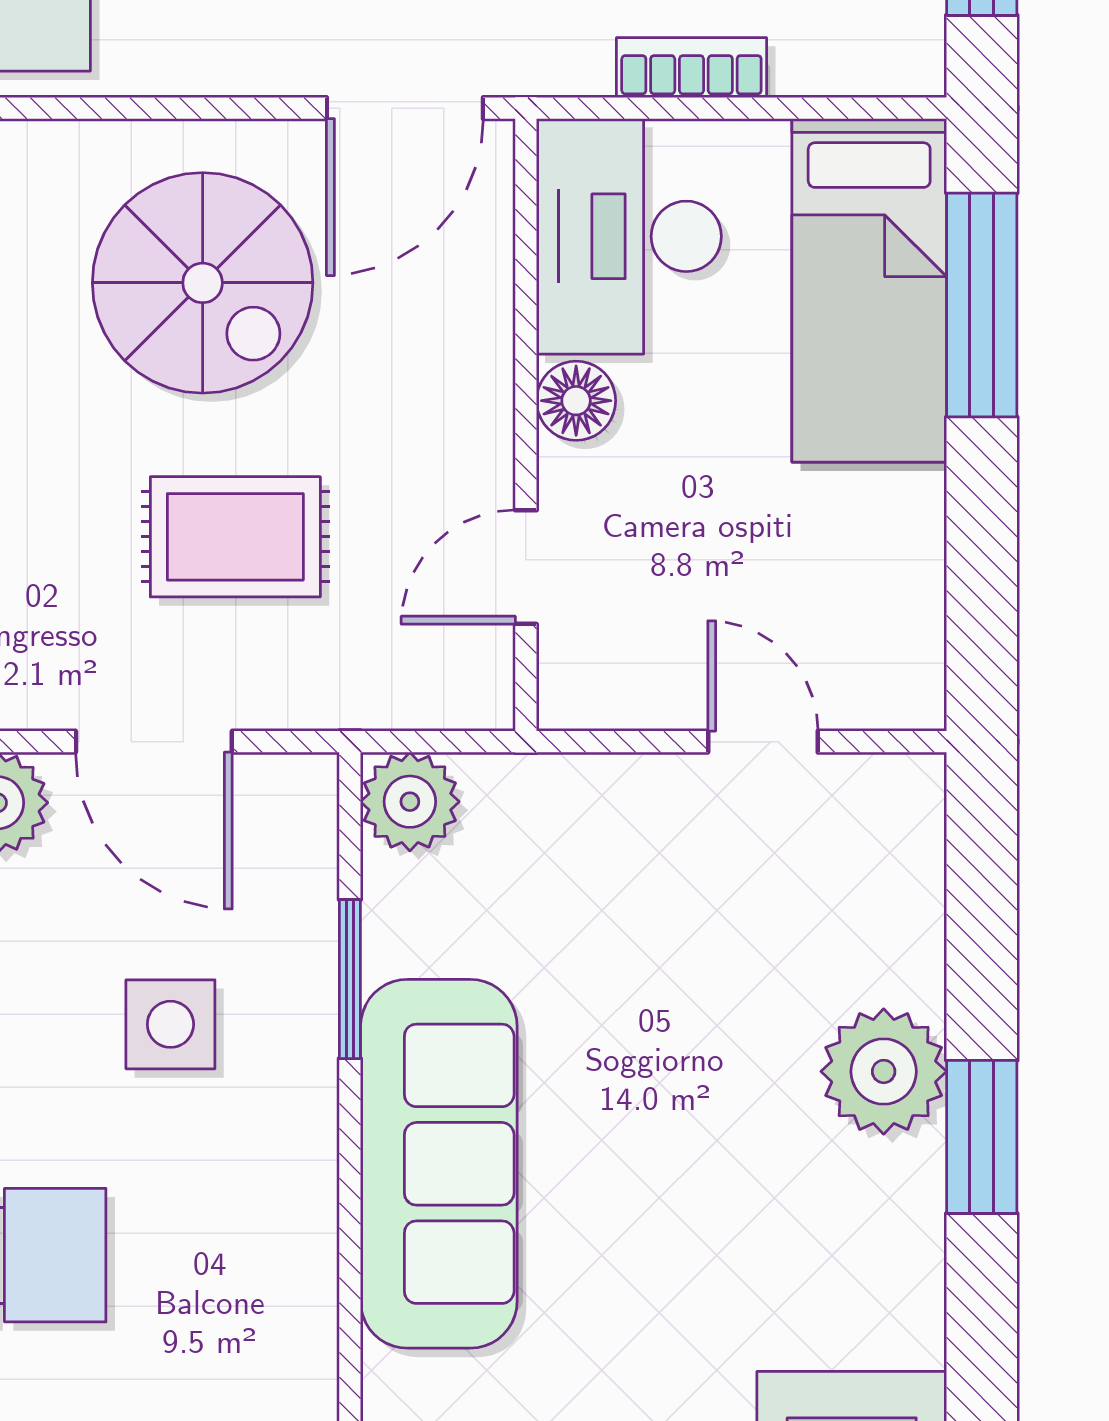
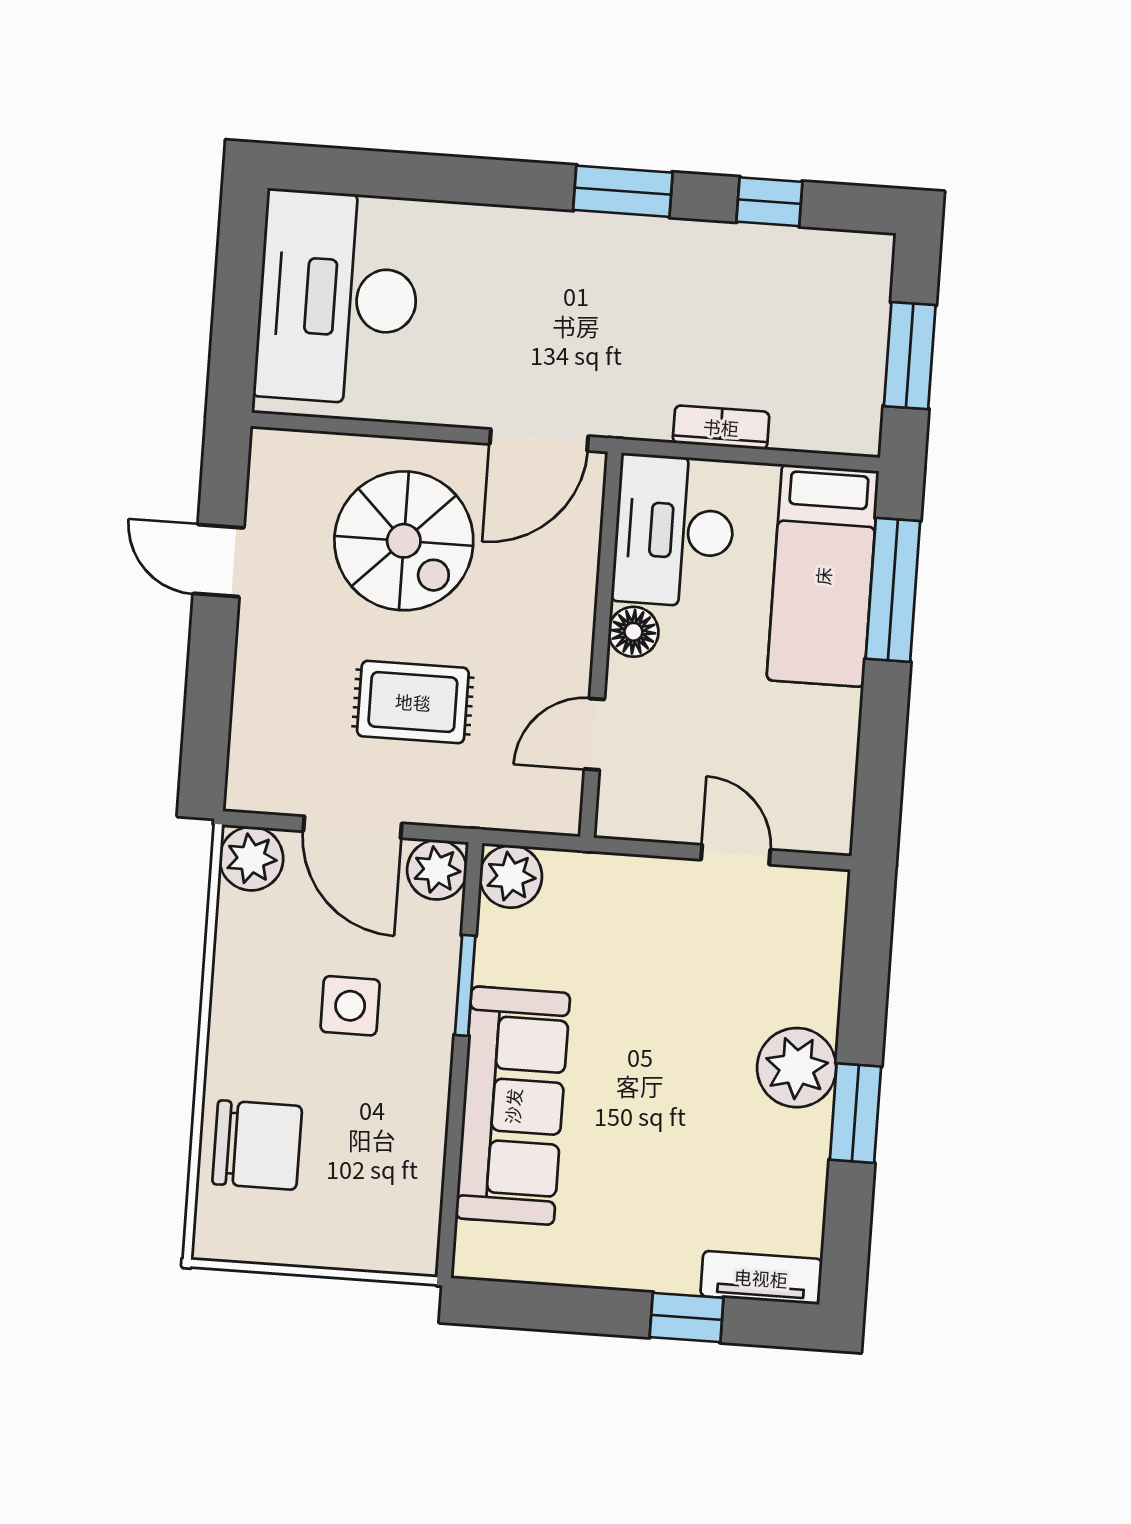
plant: (292, 799) -> (437, 870), added

